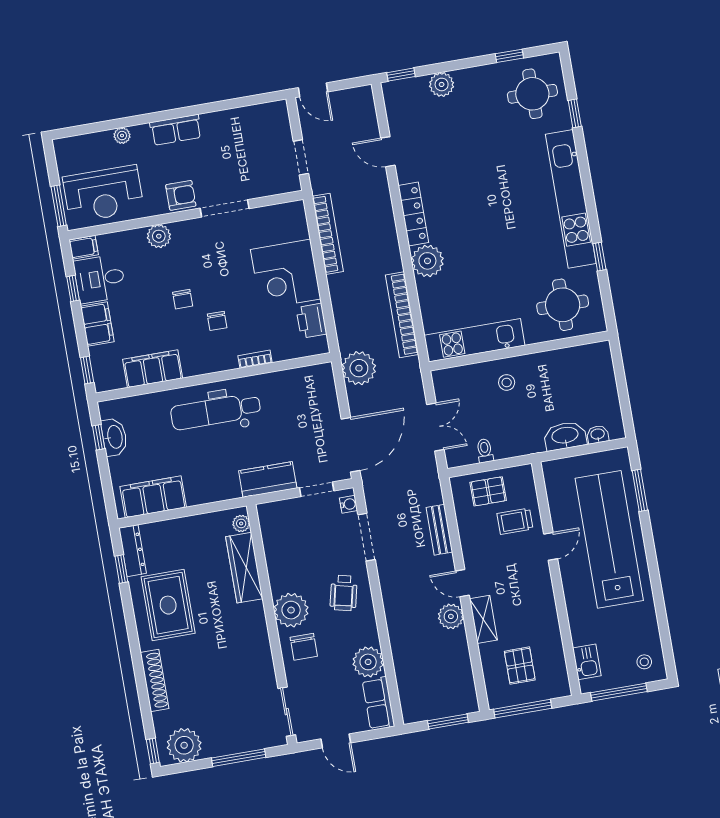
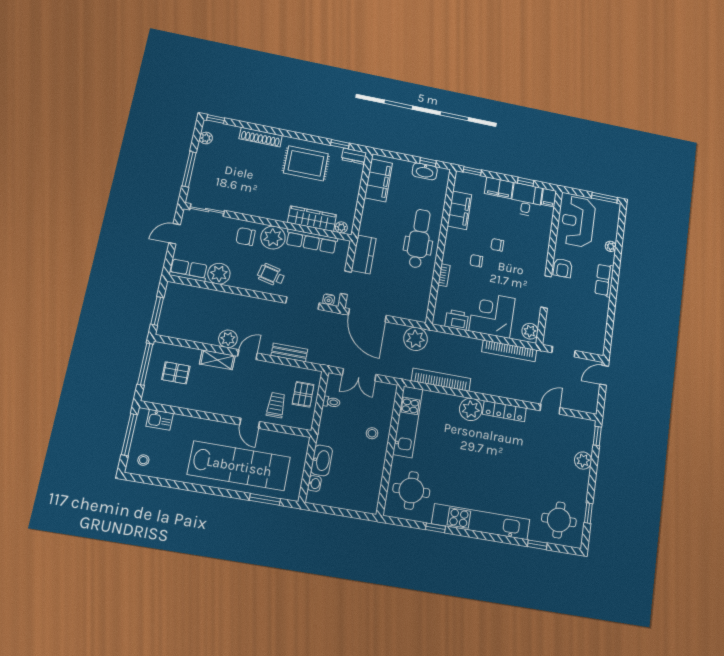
window: (59, 206) -> (604, 198), moved
plant: (159, 236) -> (530, 331), moved
dresser: (132, 551) -> (354, 156), width x0.70
row of seats: (276, 557) -> (312, 241), added
plant: (184, 745) -> (206, 138), width x0.53, depth x0.53

